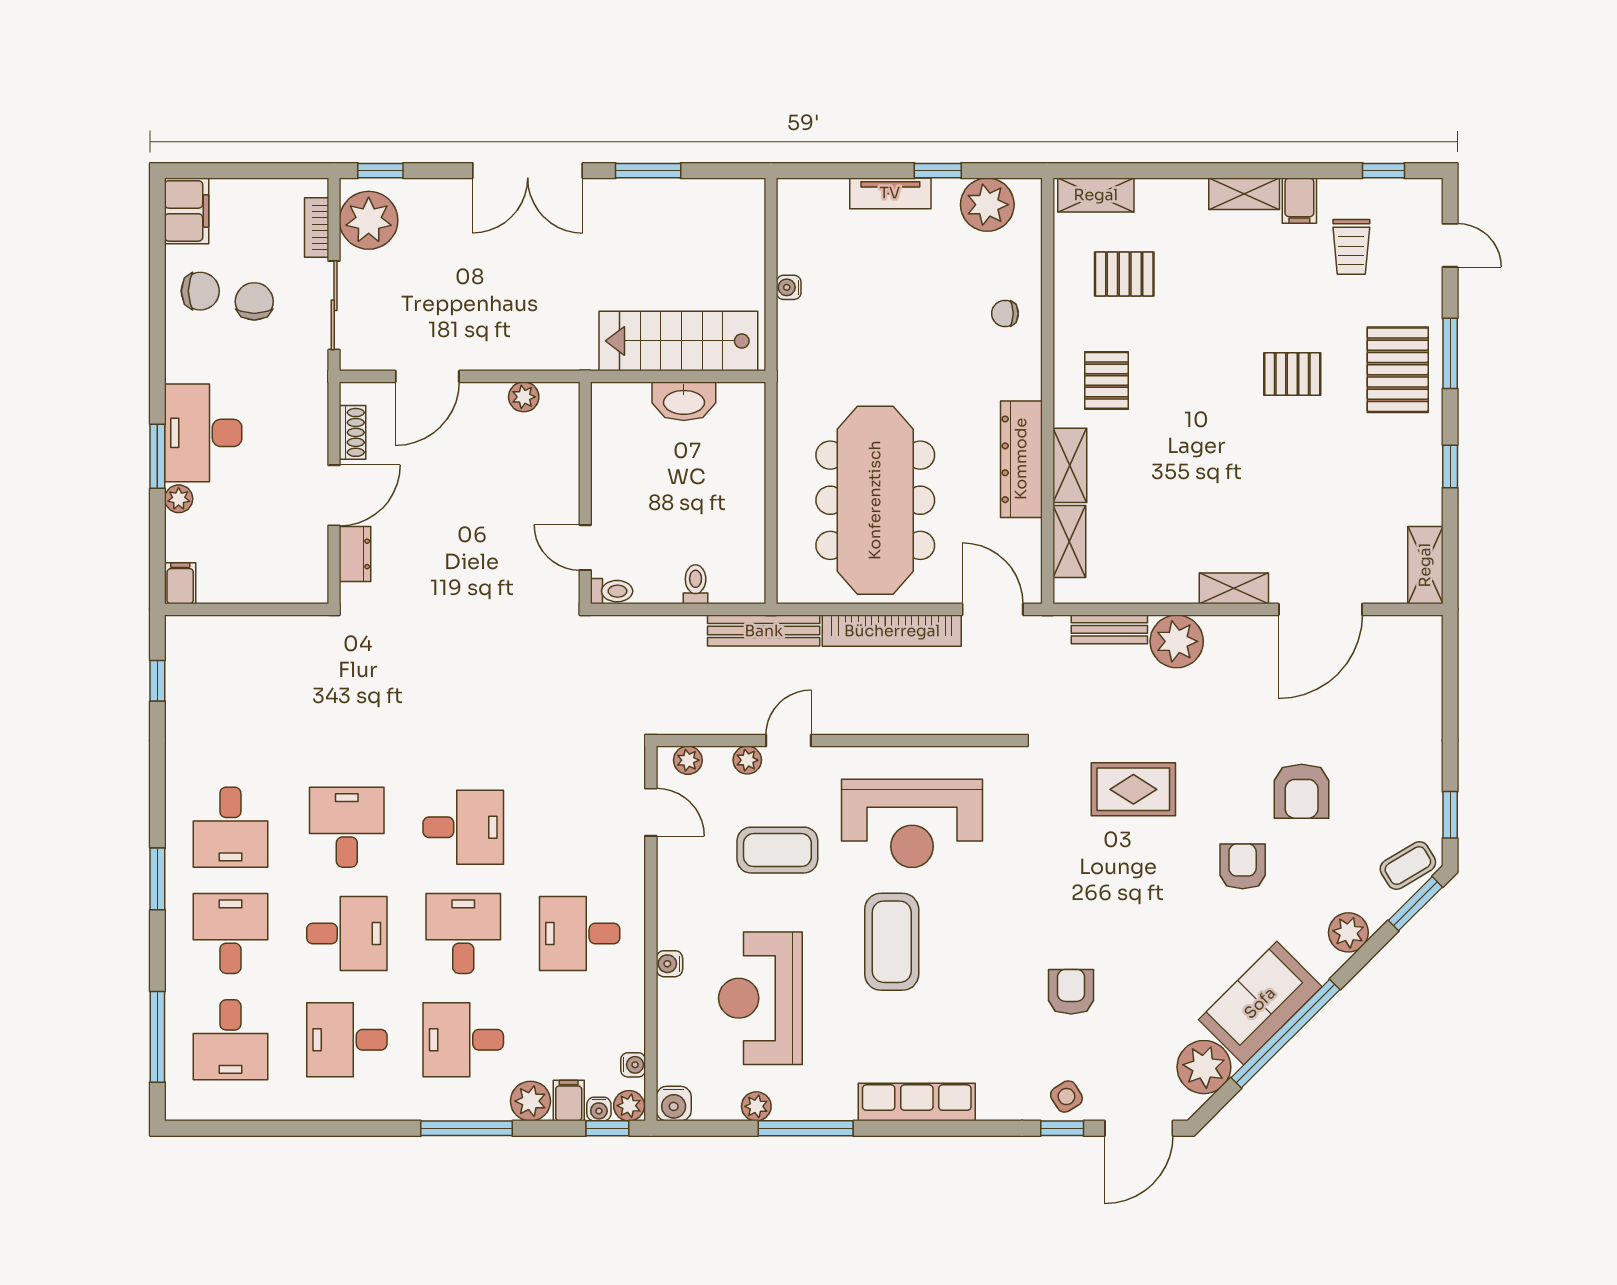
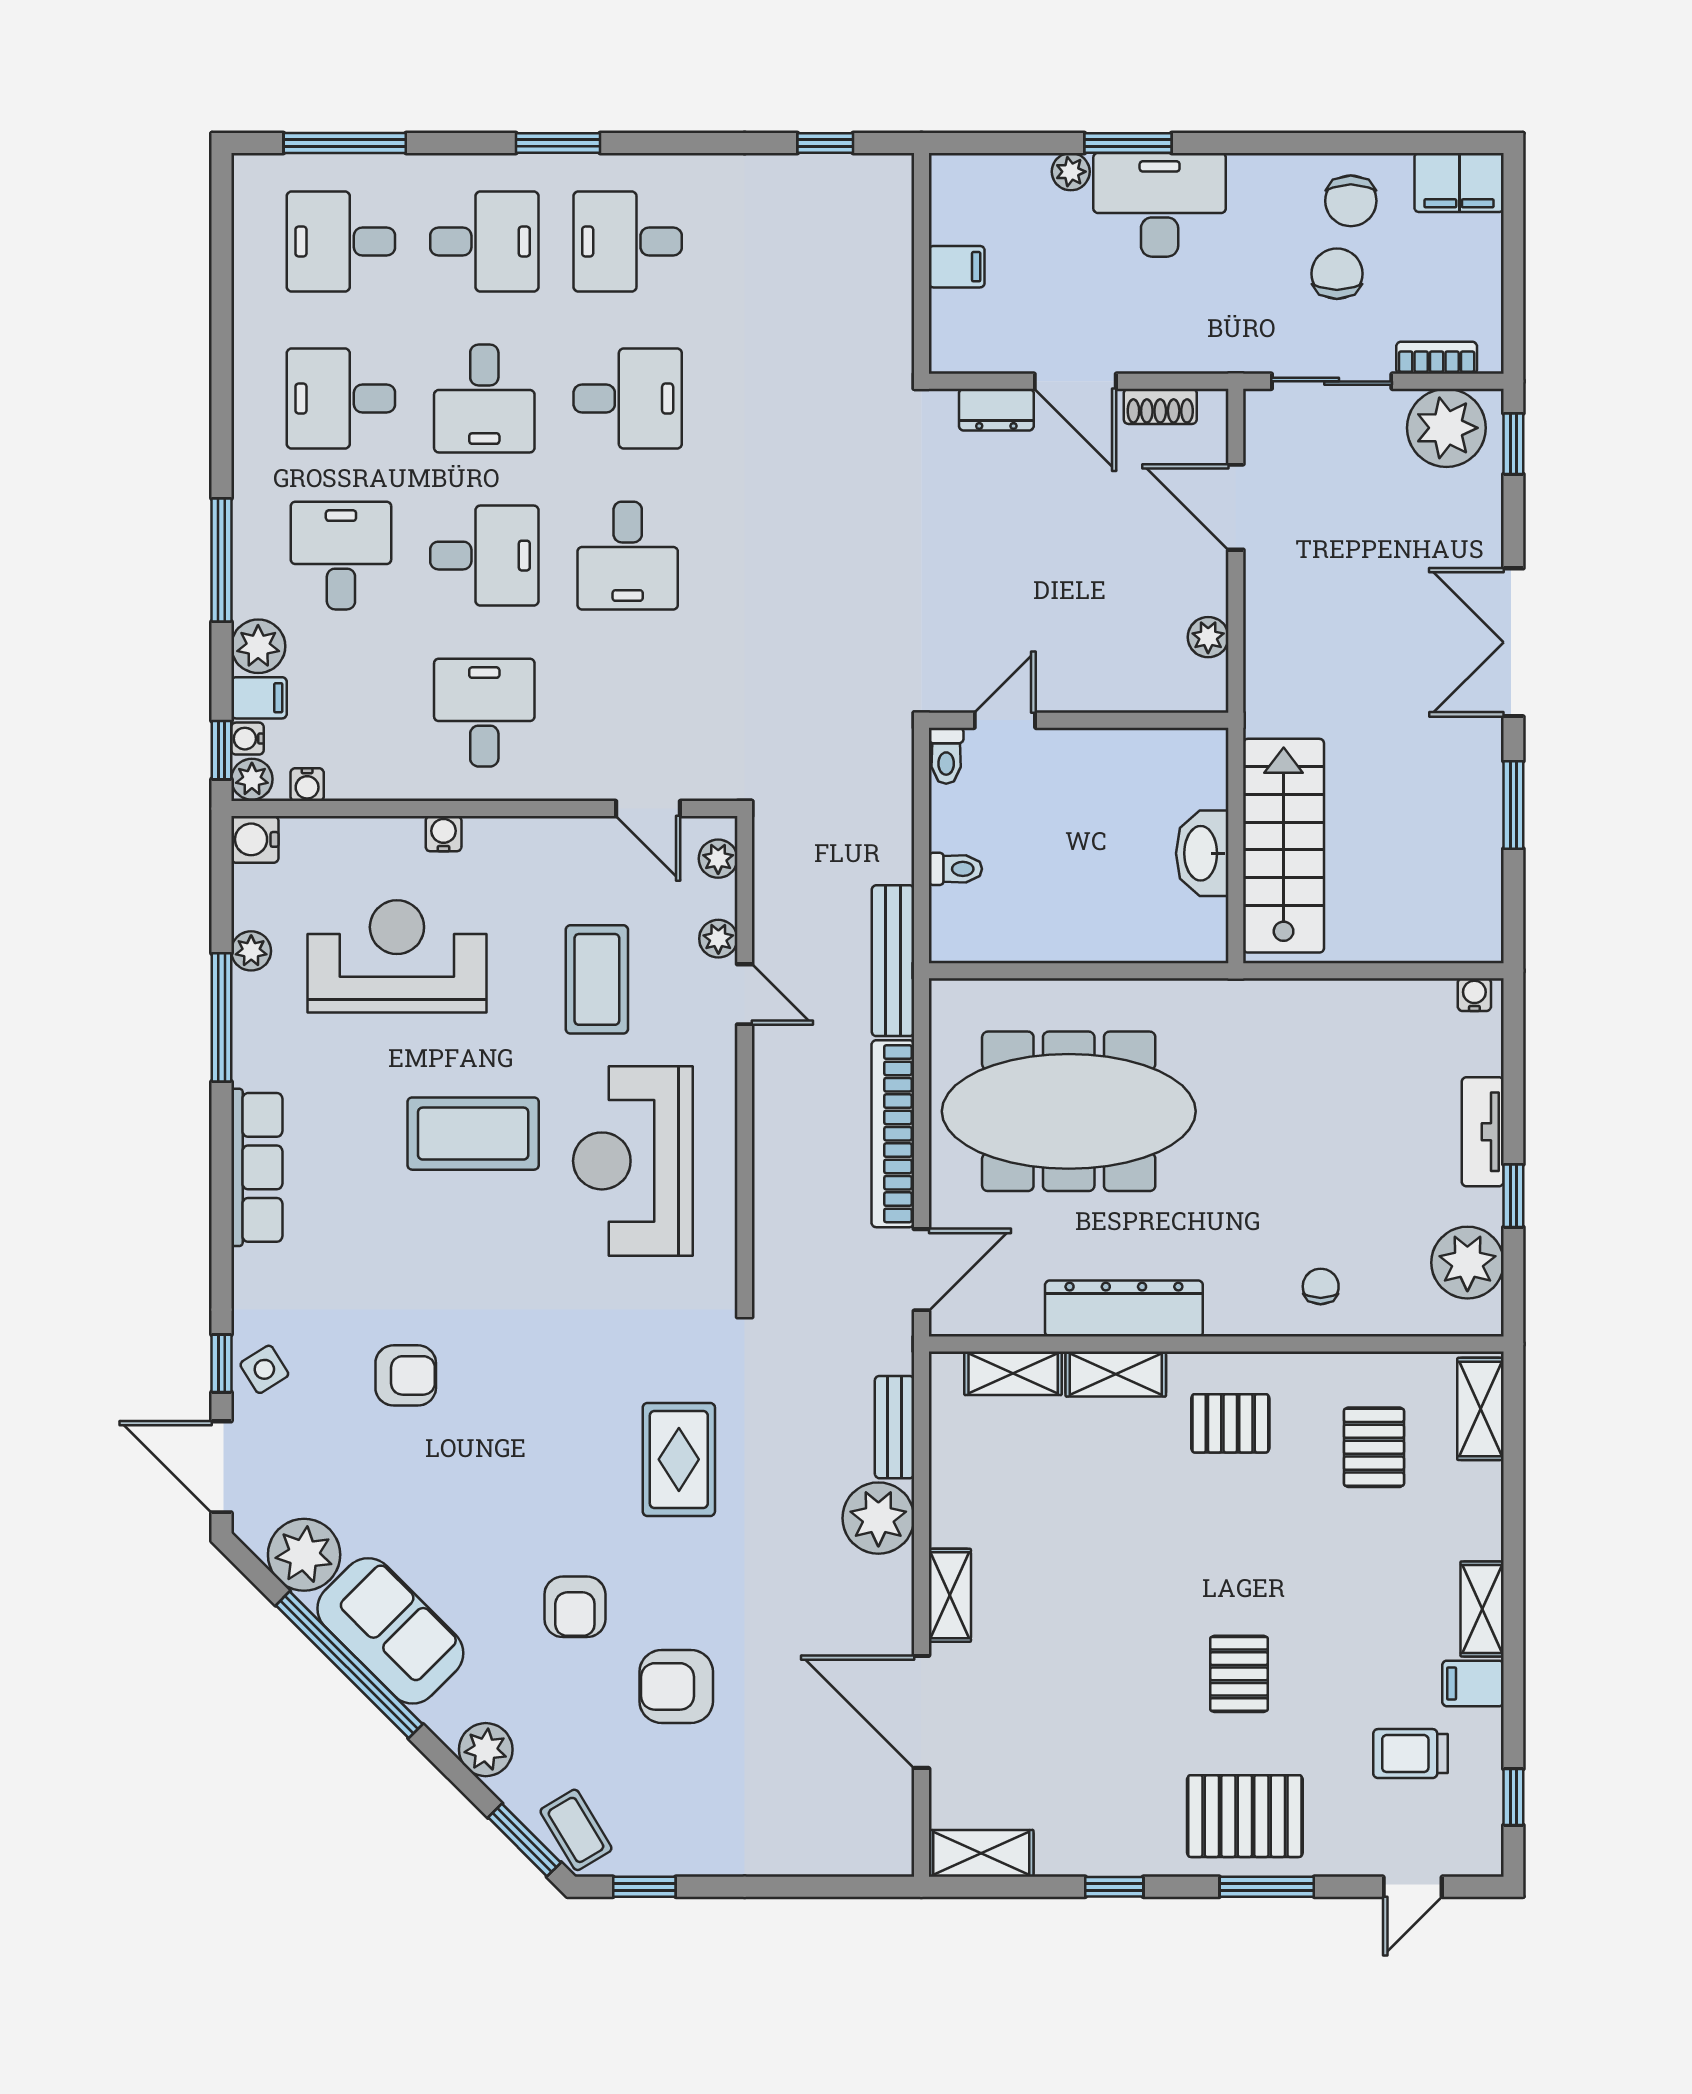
water cooler: (789, 287) -> (1474, 995), moved
chair: (254, 301) -> (1337, 274), turned -90
filing cabinet: (180, 583) -> (957, 267), moved
door: (651, 812) -> (648, 809), hinge flipped
armchair: (1243, 866) -> (575, 1607), turned 90
desk: (347, 1040) -> (341, 399), turned -90

